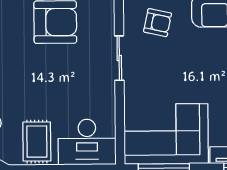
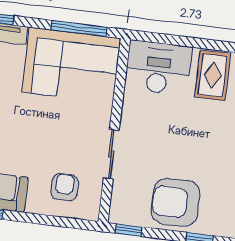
armchair: (158, 23) -> (65, 187), turned 78

